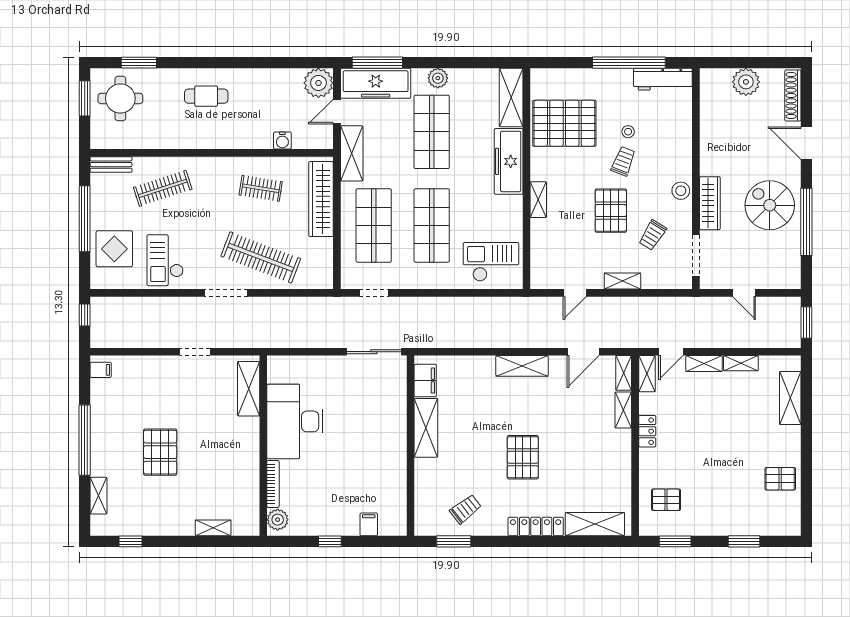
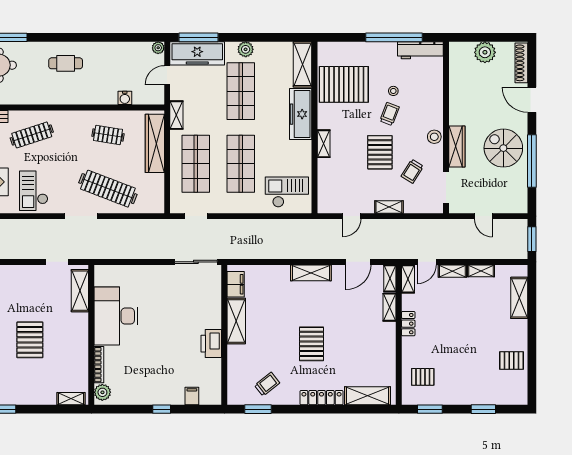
plant: (318, 83) -> (158, 48), width x0.53, depth x0.53
shelving: (352, 153) -> (176, 115), width x0.67, depth x0.75
shelving: (249, 389) -> (80, 291), moved
desk: (295, 421) -> (116, 316), moved
wall: (263, 446) -> (91, 335), moved
printer: (394, 457) -> (211, 344), added
bookcase: (273, 484) -> (99, 365), moved
plant: (278, 520) -> (102, 392), moved

